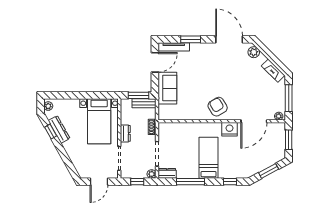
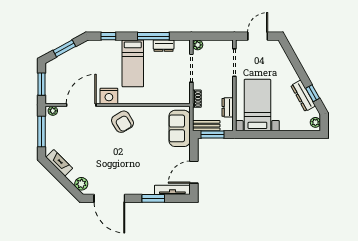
sofa: (167, 88) -> (180, 128), moved
dresser: (125, 133) -> (228, 107), moved
dresser: (167, 173) -> (164, 46), moved
window: (137, 182) -> (214, 36), removed

